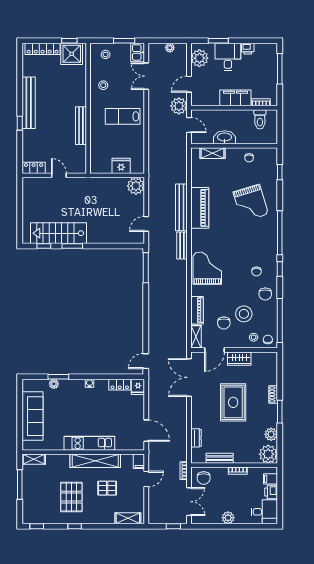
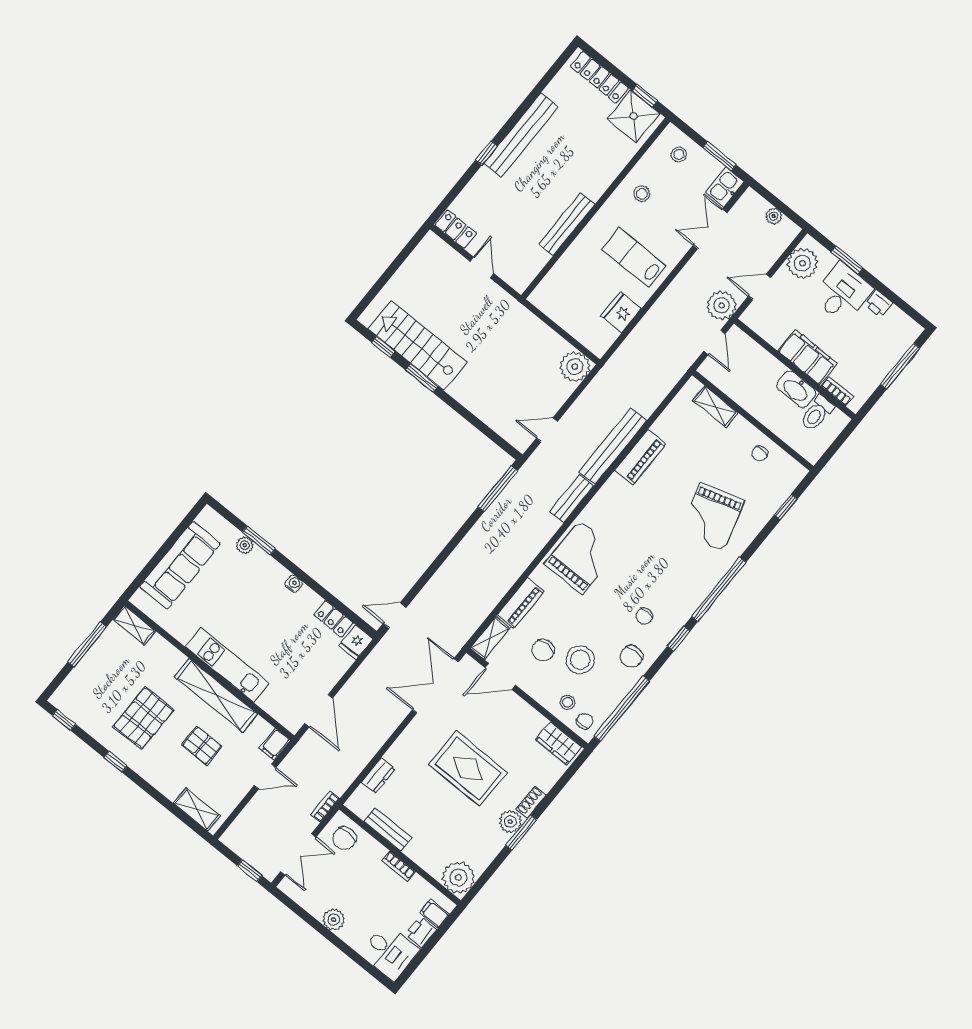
washbasin: (225, 137) -> (796, 389), moved, turned 180
fridge: (121, 166) -> (621, 312), moved, turned -90
piano: (200, 208) -> (640, 457), width x0.73, depth x0.75
wardrobe: (239, 359) -> (559, 743), moved
rug: (233, 402) -> (468, 768), turned 90
plant: (271, 434) -> (510, 822), moved

